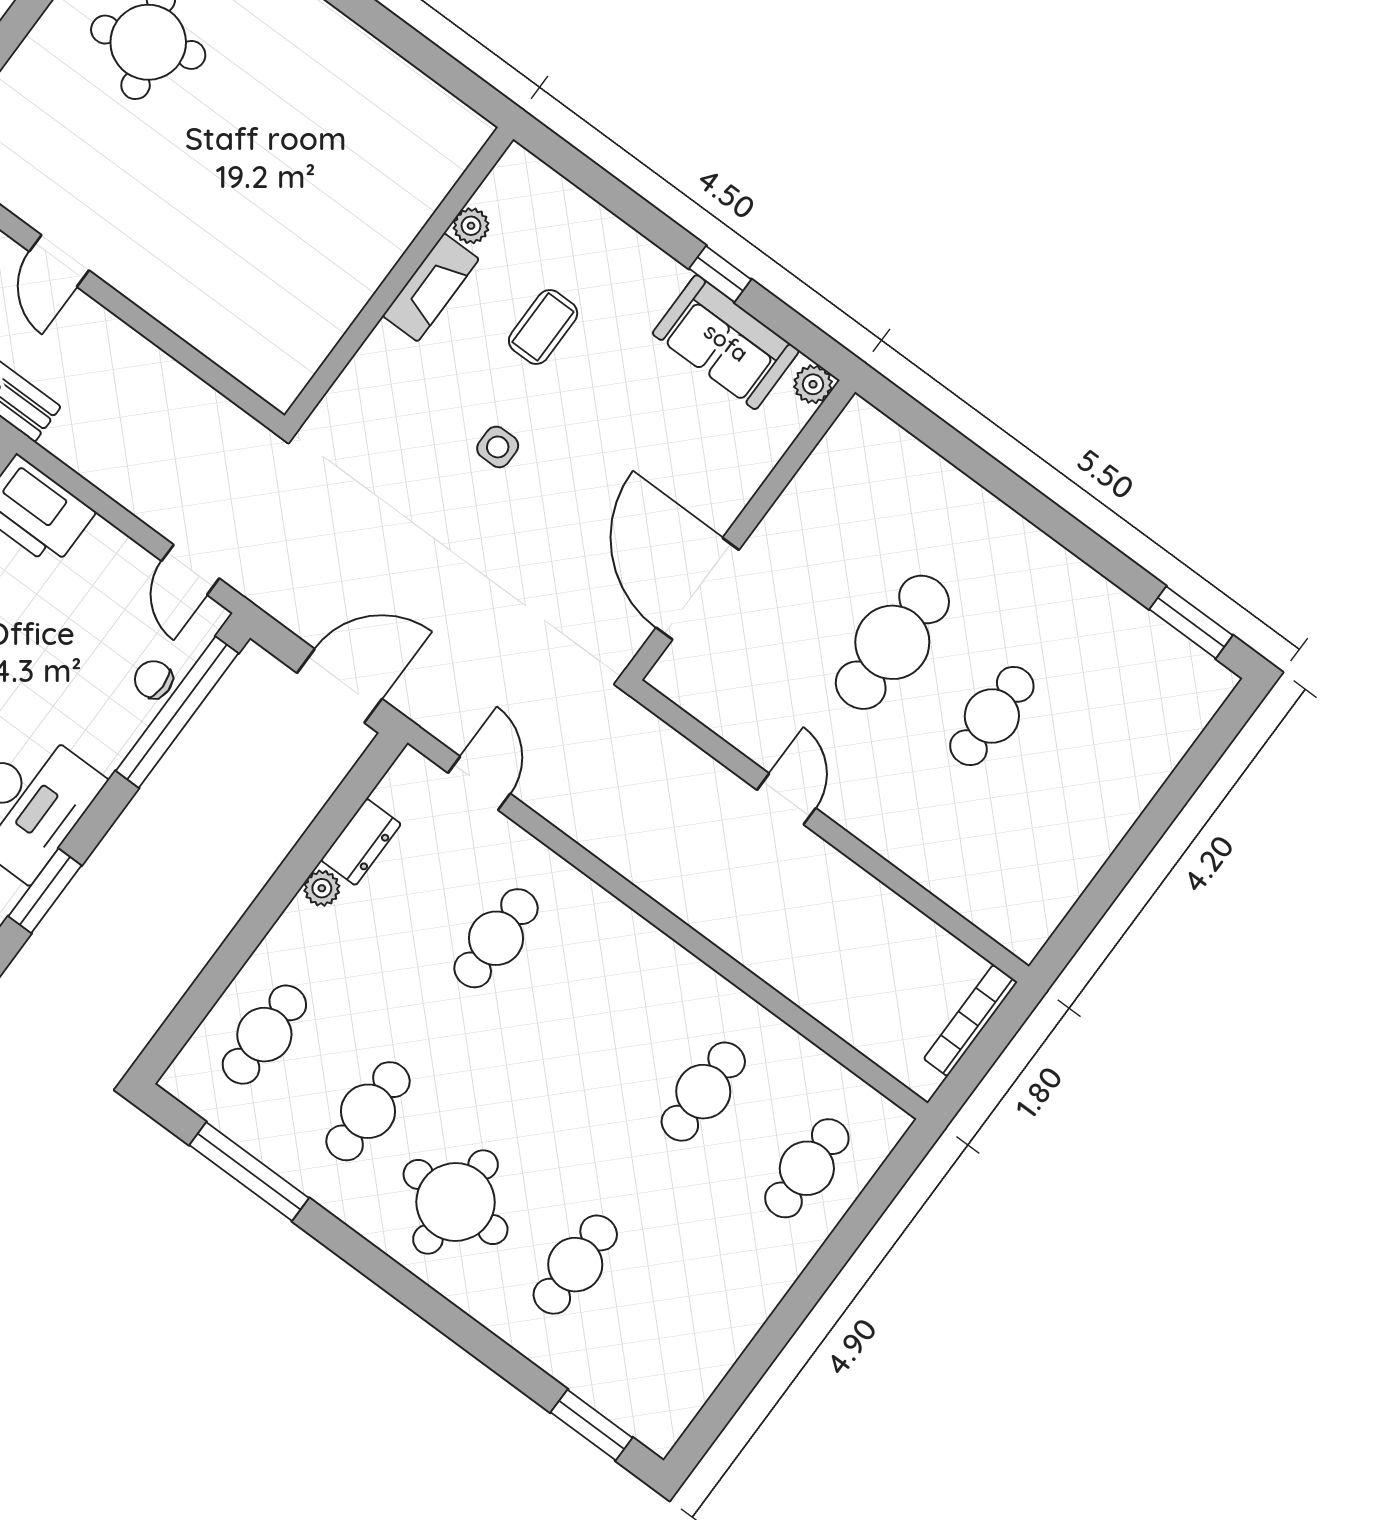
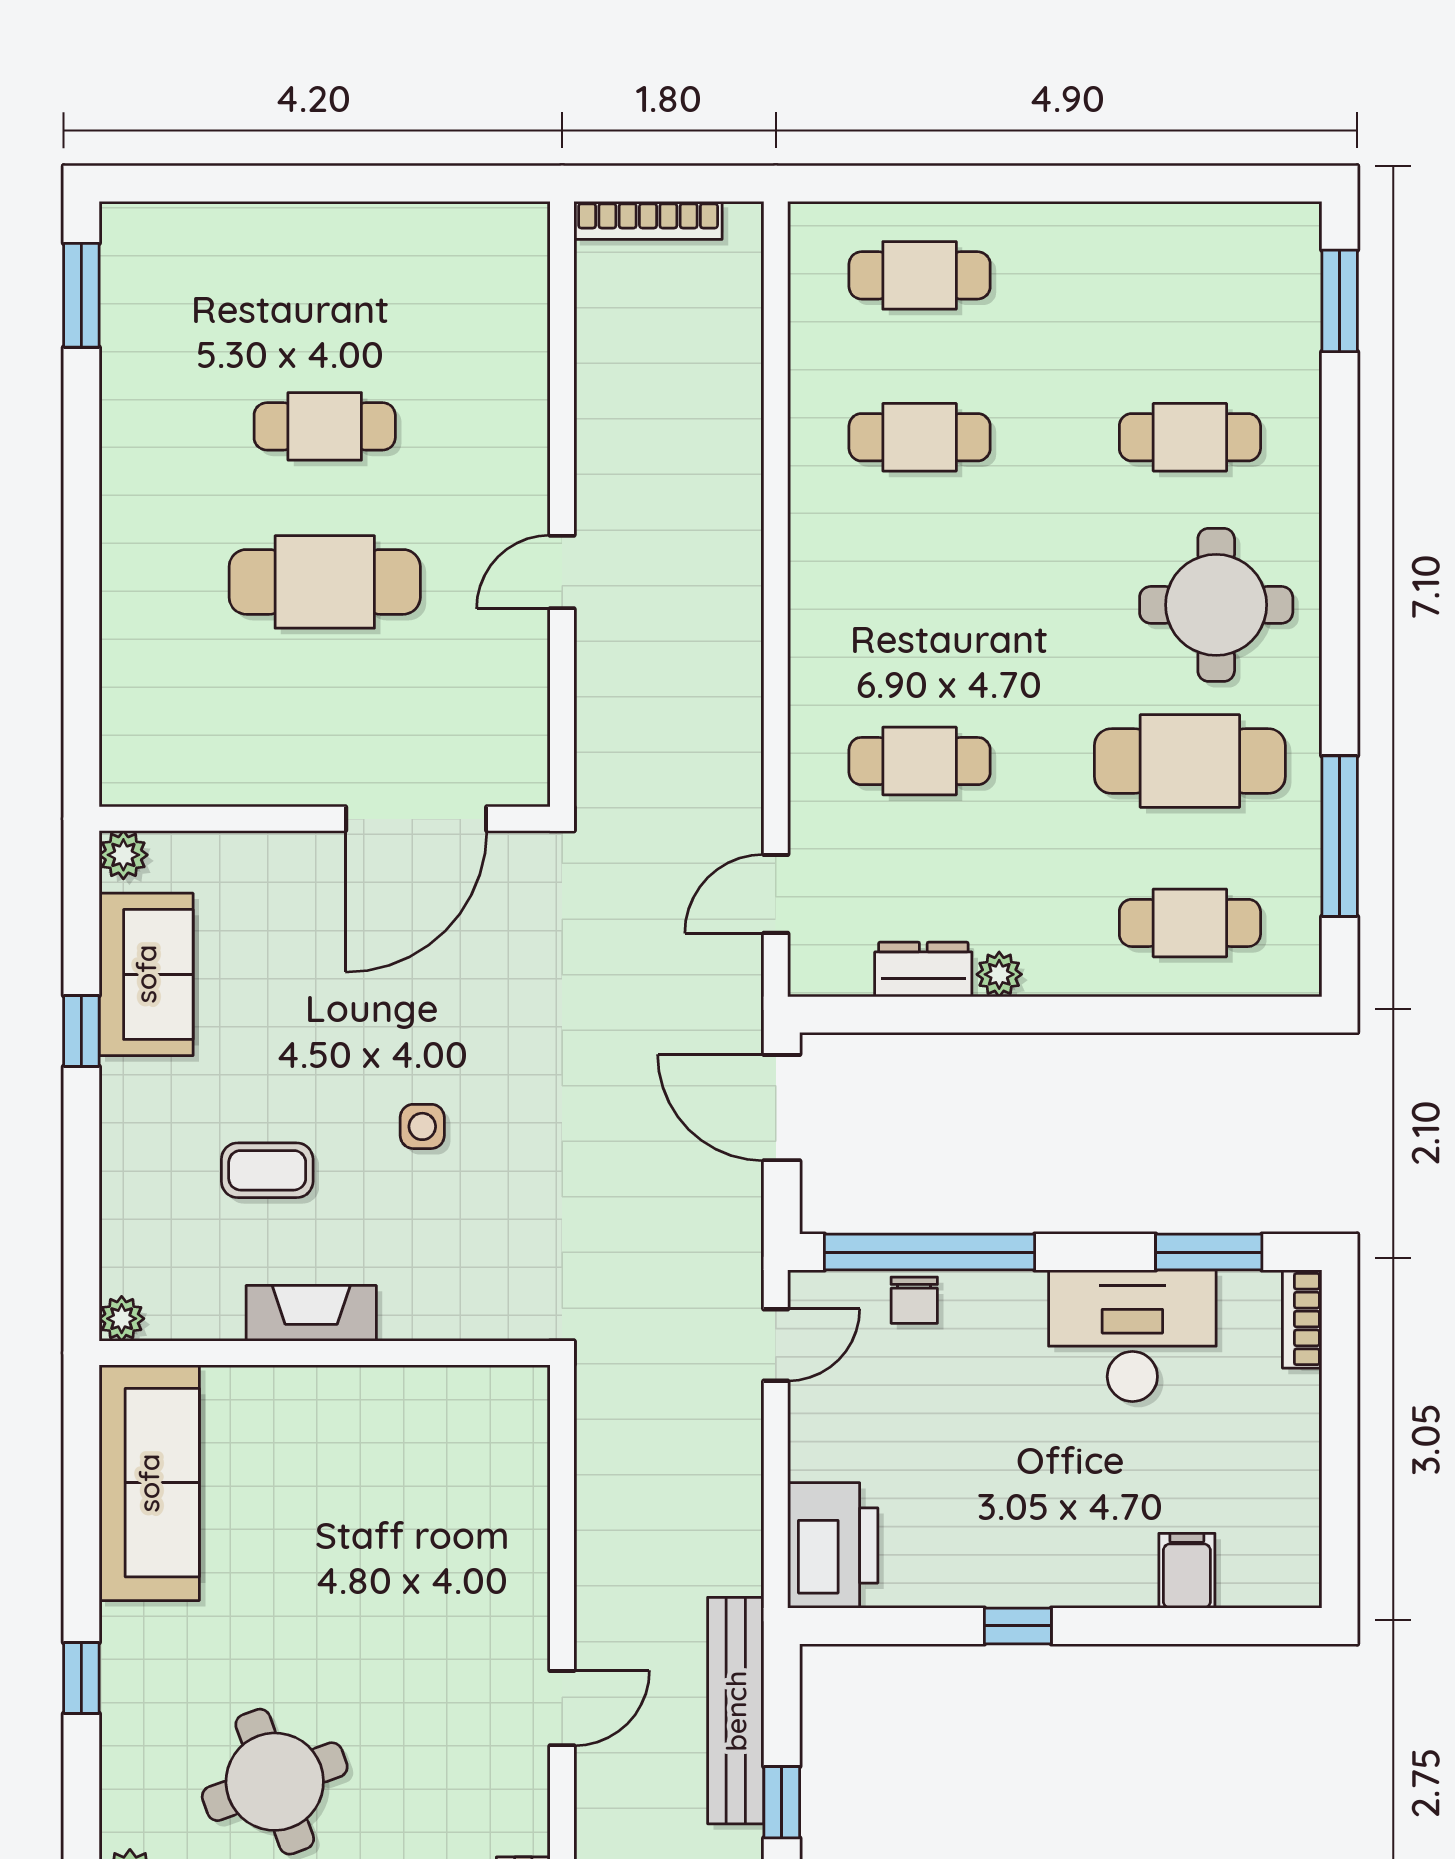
sofa: (399, 104) -> (149, 1483), added
plant: (471, 226) -> (122, 1319), moved
cafe table: (368, 1111) -> (1190, 761), width x1.37, depth x1.35

